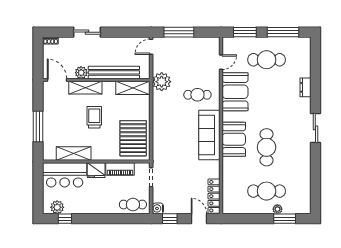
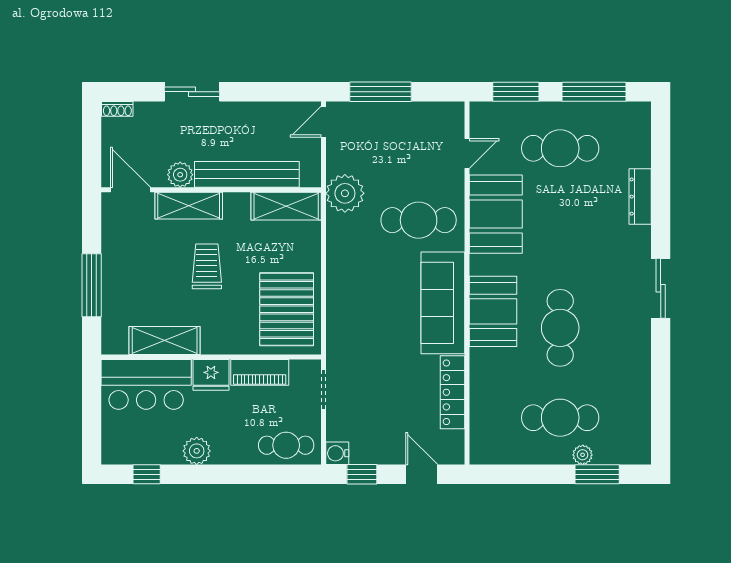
dresser: (306, 87) -> (640, 197), width x1.44
cafe table: (197, 95) -> (419, 220), width x1.37, depth x1.35
locker: (214, 196) -> (452, 392), moved
plant: (57, 207) -> (197, 451), moved

